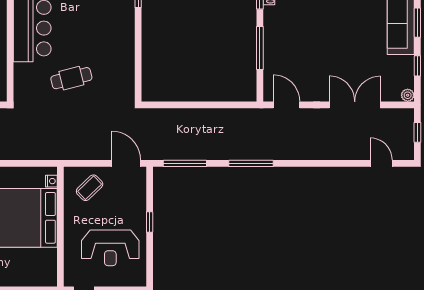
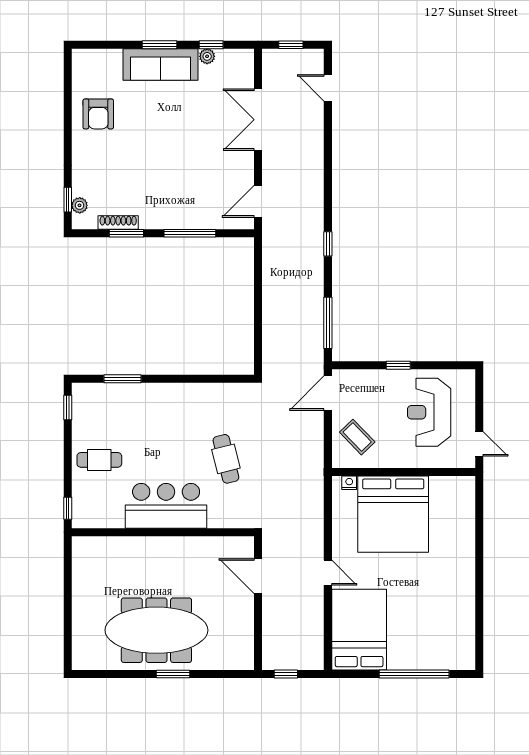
plant: (408, 95) -> (207, 56), moved
window: (251, 163) -> (328, 244), width x0.46
door: (381, 163) -> (328, 88), hinge flipped
reception desk: (110, 248) -> (429, 412), turned 180

